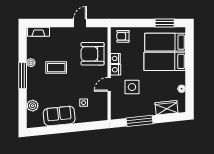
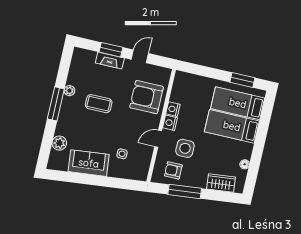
window: (56, 23) -> (111, 50), added
fireplace: (38, 32) -> (110, 61), moved
armchair: (123, 36) -> (173, 170), moved

